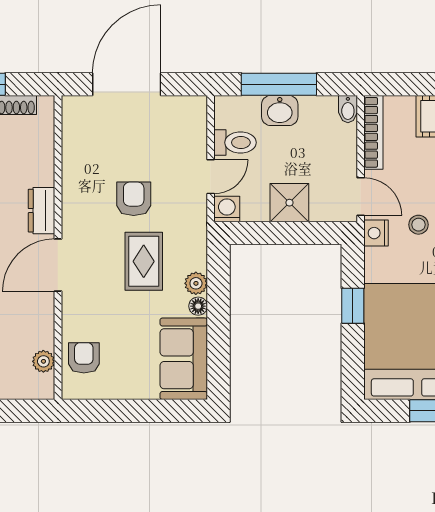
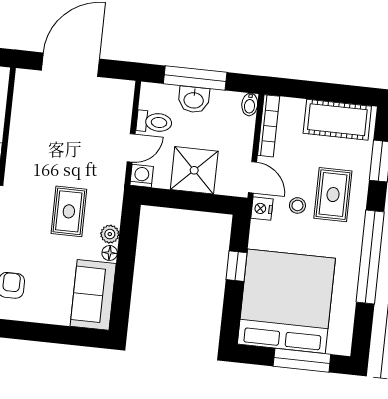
armchair: (134, 199) -> (66, 159), removed
shower: (289, 203) -> (194, 170), width x1.36, depth x1.36

